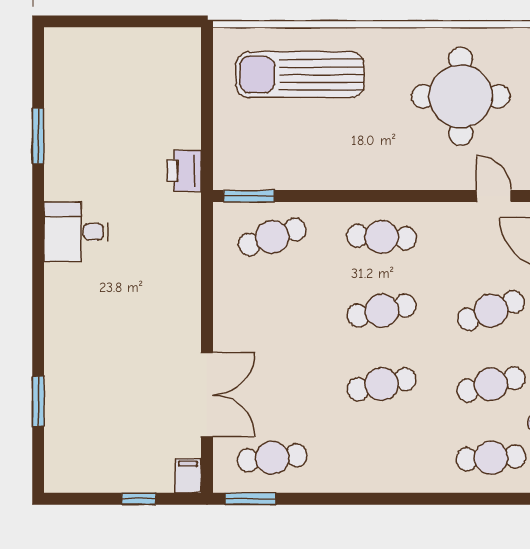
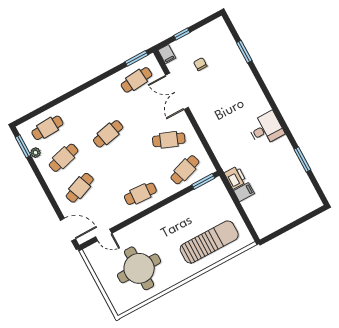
filing cabinet: (183, 134) -> (244, 192), added
cafe table: (382, 311) -> (169, 140), moved, turned 33
chair: (135, 422) -> (200, 64), added

